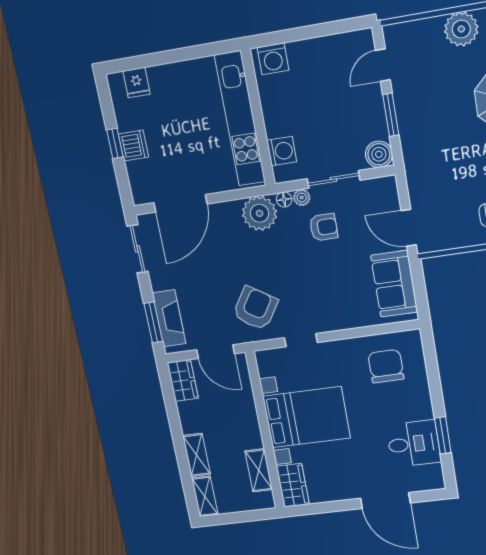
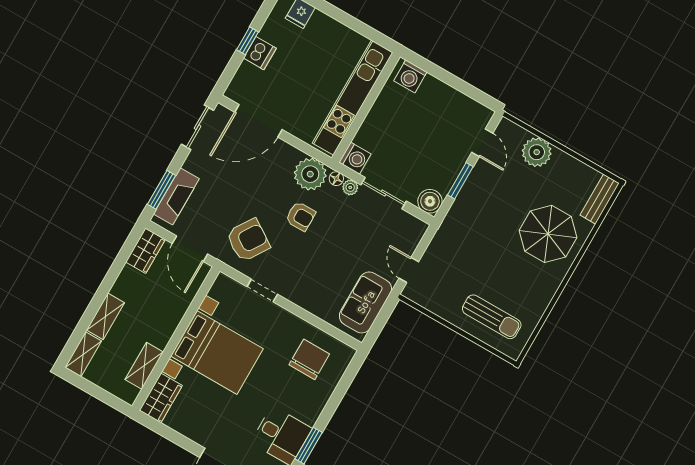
plant: (461, 29) -> (537, 152), moved
door: (383, 65) -> (482, 143), swing flipped
washing machine: (282, 151) -> (355, 158), moved
armchair: (324, 227) -> (301, 216), moved
door: (409, 228) -> (409, 270), width x0.73

